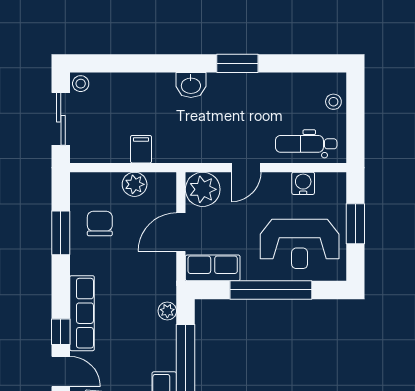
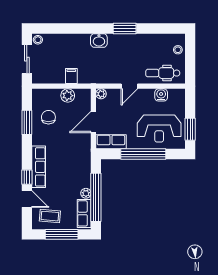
plant: (203, 189) -> (101, 94), width x0.53, depth x0.53
window: (355, 224) -> (190, 129), moved
plant: (167, 311) -> (86, 193), moved

